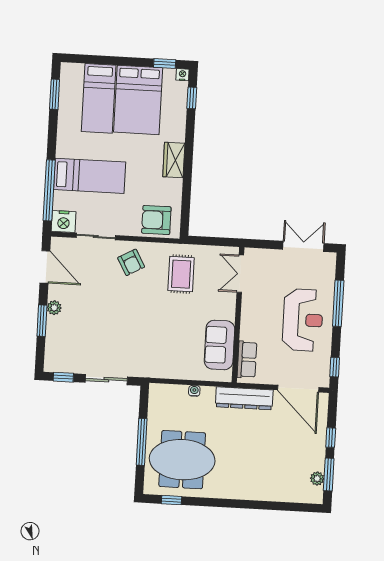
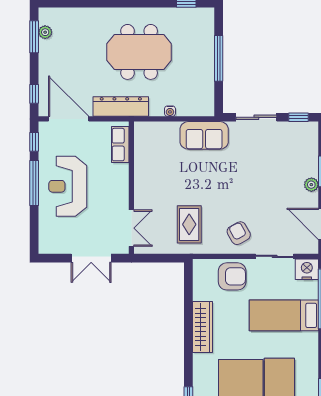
wardrobe: (174, 160) -> (203, 327), width x1.50
armchair: (156, 220) -> (232, 276), moved
double door: (303, 246) -> (91, 258), moved
window: (338, 303) -> (34, 183), moved
sofa: (219, 345) -> (204, 135), moved, turned 90
window: (331, 438) -> (34, 94), moved
meeting table: (182, 460) -> (139, 52), moved

